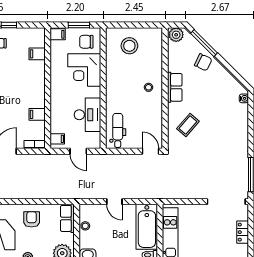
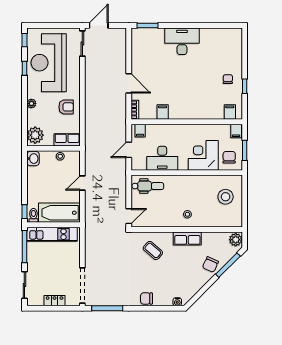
filing cabinet: (37, 54) -> (230, 112), moved
chair: (240, 132) -> (147, 298), added

